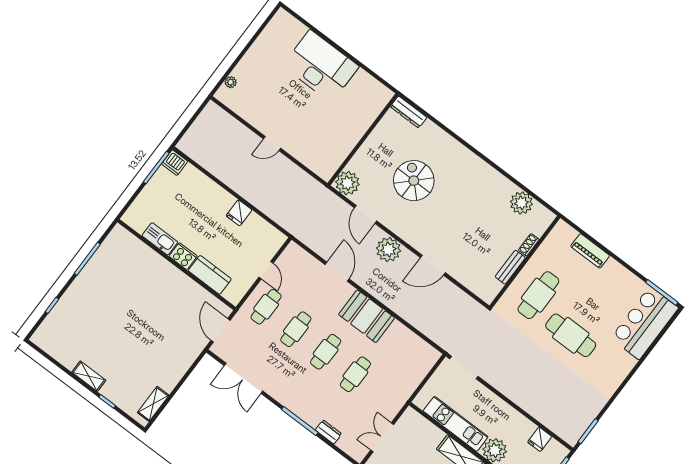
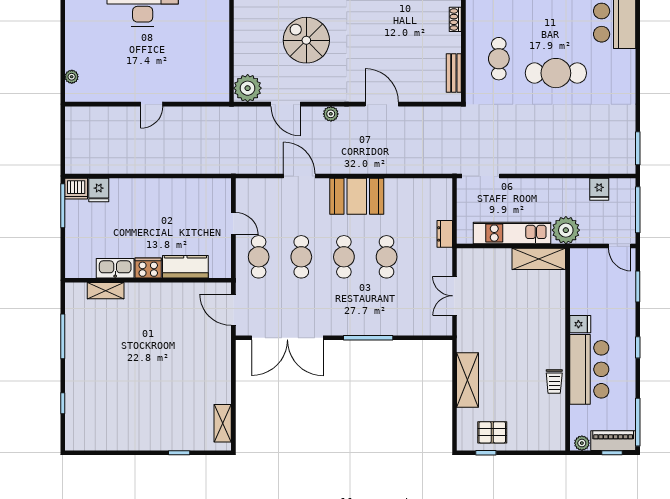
fridge: (239, 213) -> (99, 190), moved
plant: (388, 250) -> (331, 114), width x0.53, depth x0.53
door: (433, 265) -> (382, 104), swing flipped
bench: (510, 267) -> (454, 73), moved
cafe table: (538, 295) -> (499, 59), width x0.73, depth x0.74
shelving: (89, 376) -> (106, 291), moved
double door: (243, 378) -> (287, 338), width x1.36
dresser: (328, 432) -> (445, 234), moved, turned -90

